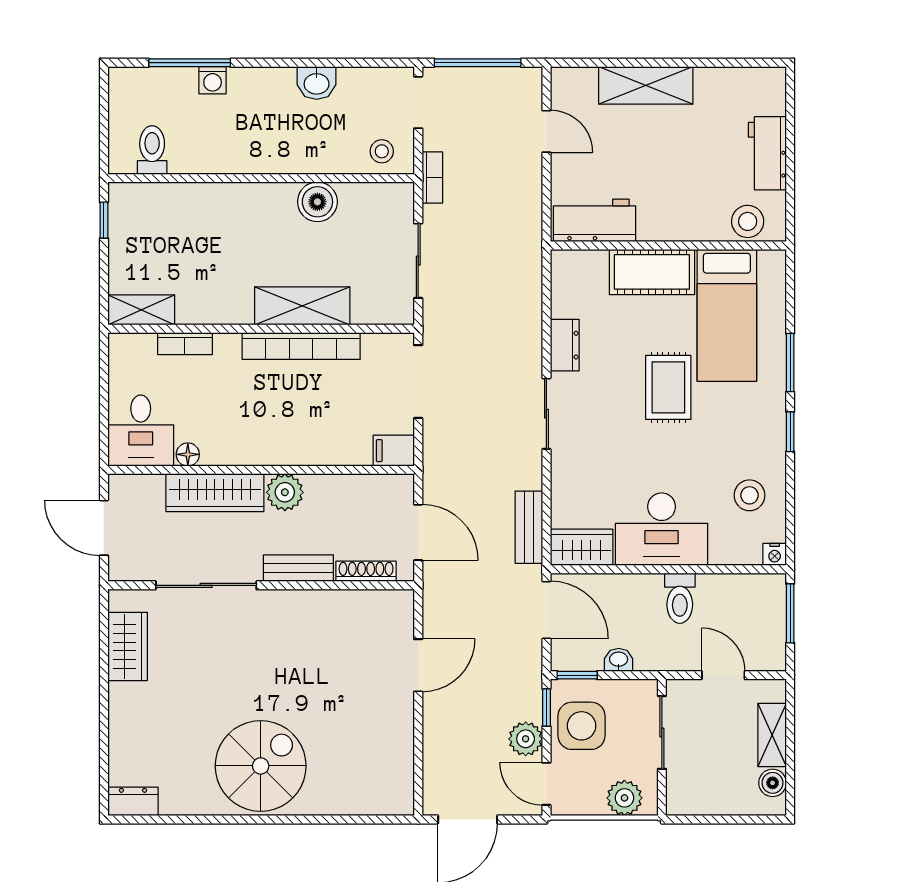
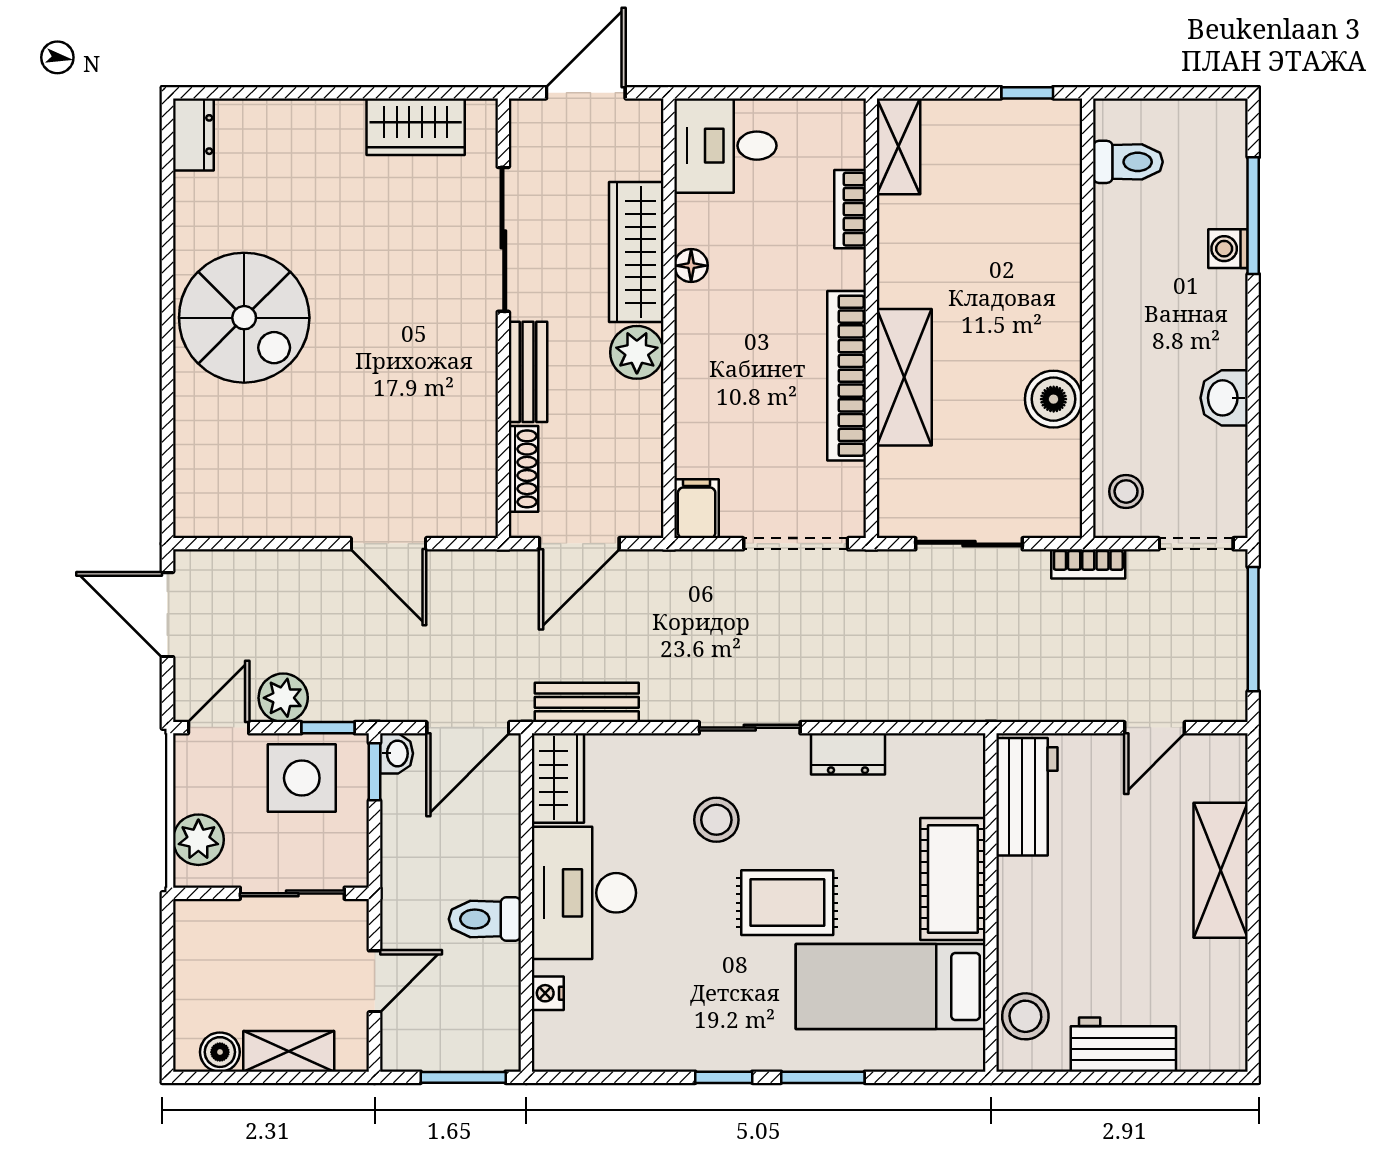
floor lamp: (188, 454) -> (691, 266), moved
stool: (750, 495) -> (716, 820), moved
nightstand: (775, 554) -> (548, 993), moved
washbasin: (619, 660) -> (396, 753), moved

